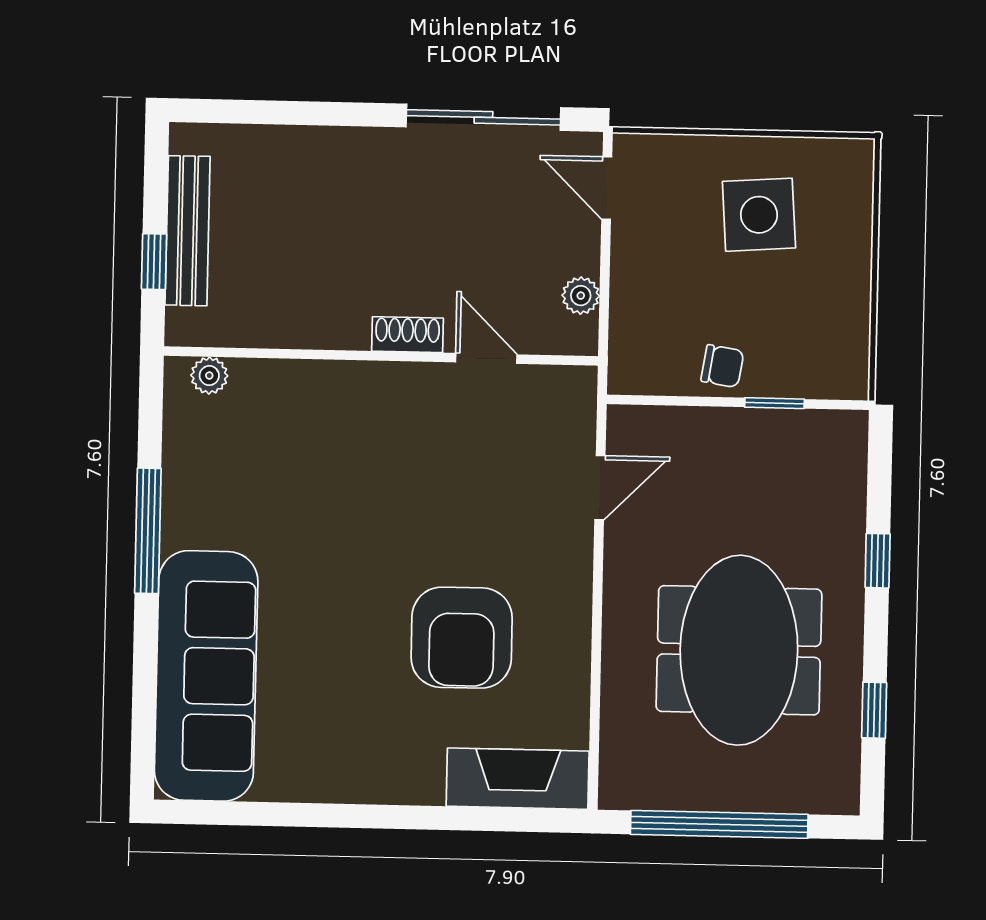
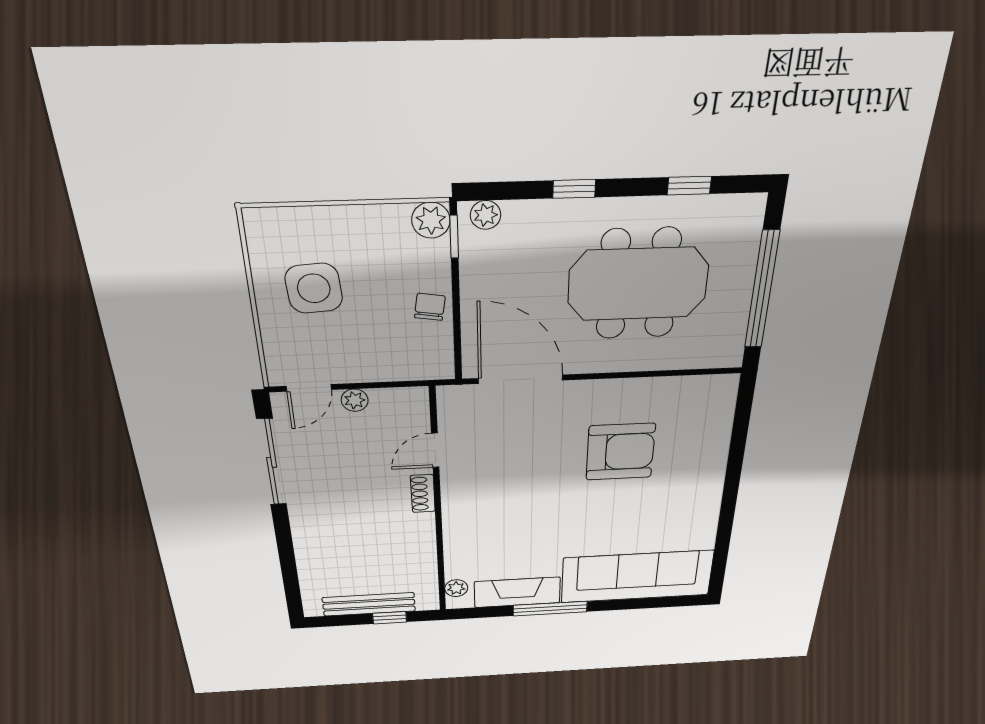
plant: (581, 296) -> (355, 400), moved
plant: (845, 376) -> (431, 220), added
window: (775, 403) -> (454, 237), moved
plant: (849, 446) -> (486, 215), added
door: (600, 488) -> (521, 379), width x1.87
fireplace: (518, 779) -> (517, 592), moved, turned 90

